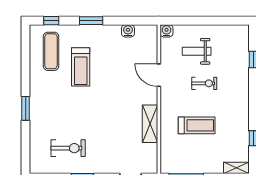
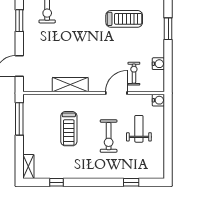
exercise bike: (138, 57) -> (134, 74), added
treadmill: (81, 67) -> (124, 19), turned 180
exercise bike: (204, 83) -> (109, 136), width x1.38, depth x1.39

